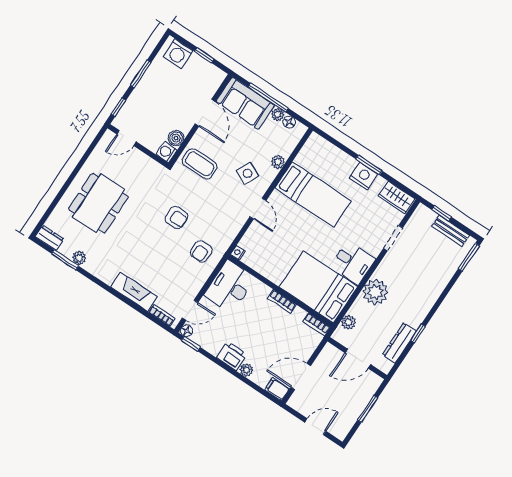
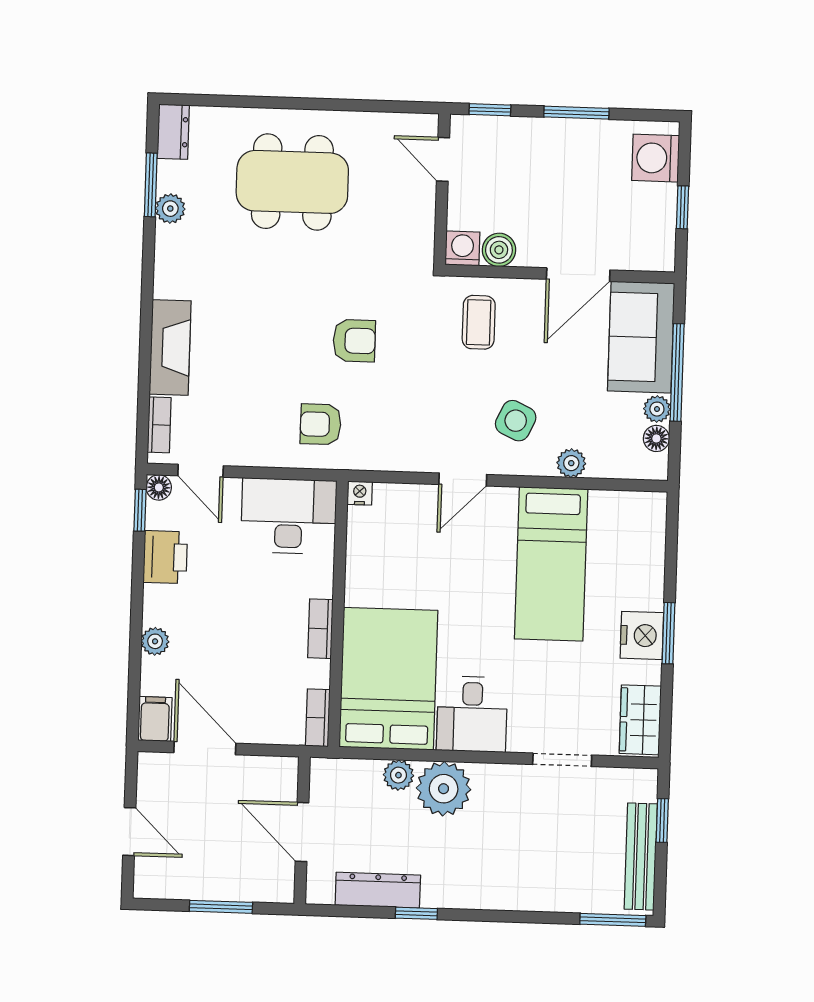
coffee table: (200, 164) -> (479, 322), width x0.73, depth x0.77
armchair: (176, 218) -> (354, 341), turned -90
bench: (451, 231) -> (641, 857), width x1.36
plant: (348, 322) -> (398, 775), moved
printer: (232, 356) -> (165, 557), moved

